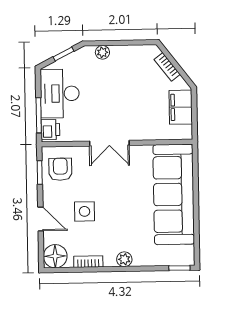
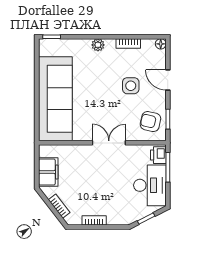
bookcase: (125, 51) -> (94, 220), added
plant: (102, 52) -> (113, 219), removed
armchair: (60, 169) -> (150, 122), turned 103
floor lamp: (55, 256) -> (161, 44), width x0.53, depth x0.53

